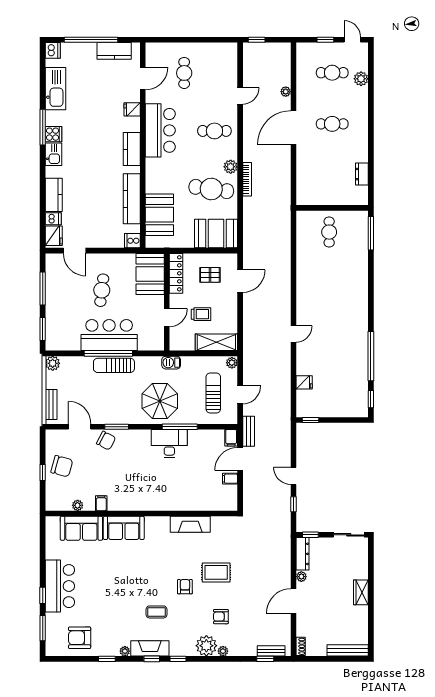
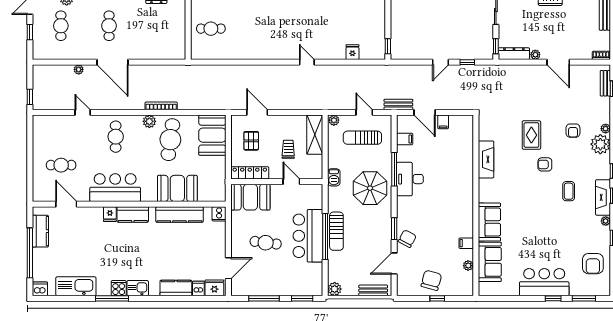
fridge: (132, 109) -> (110, 214), moved
booth: (159, 215) -> (177, 188), moved
filing cabinet: (231, 438) -> (405, 139), moved

